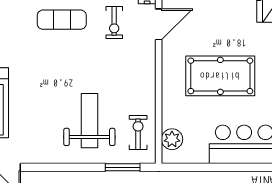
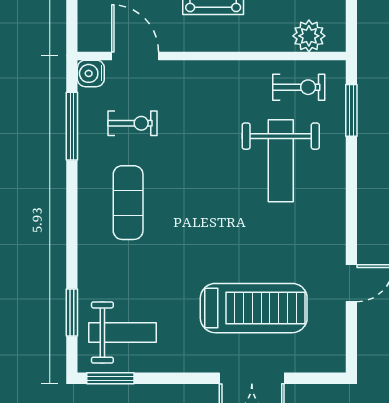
weight bench: (89, 121) -> (281, 161), turned -90
exercise bike: (138, 133) -> (299, 87), turned 180

